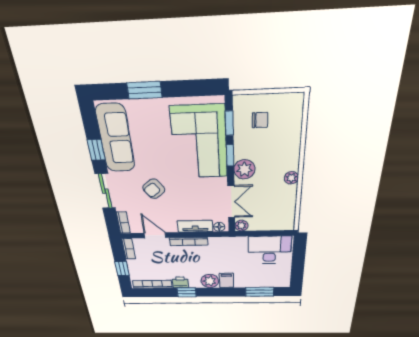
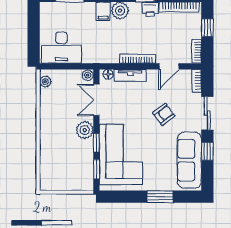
chair: (260, 120) -> (72, 171), removed
plant: (291, 178) -> (45, 82), moved
door: (155, 235) -> (169, 66), hinge flipped

